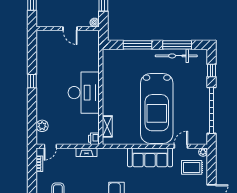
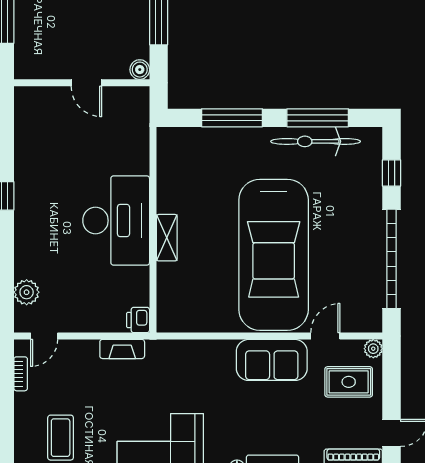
shelving: (107, 126) -> (167, 238), moved
sofa: (150, 157) -> (272, 360), width x0.73

